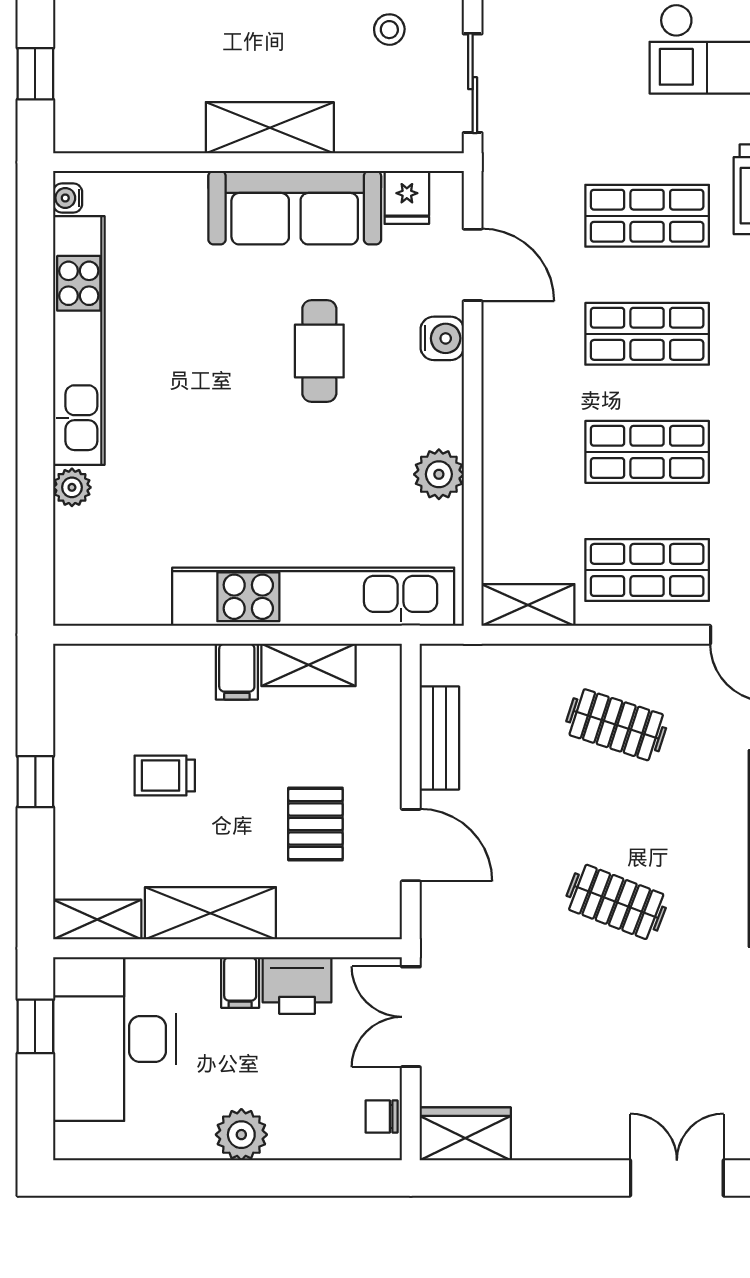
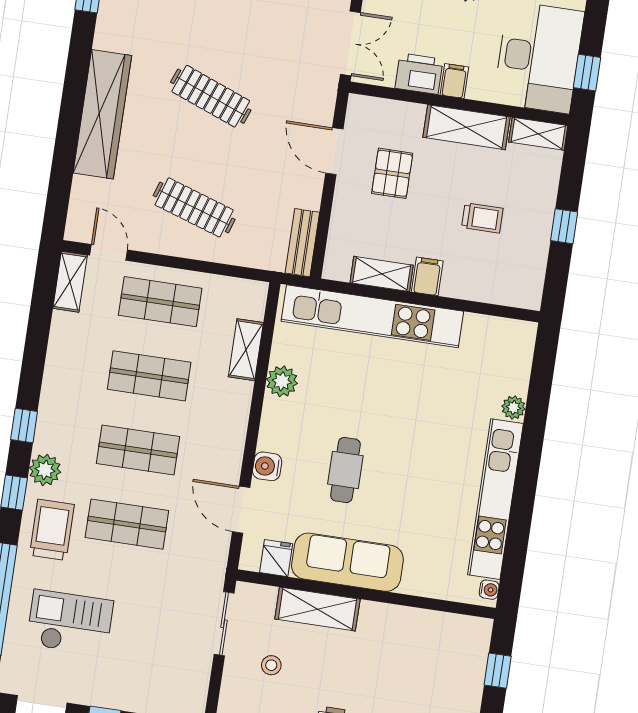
shelving: (270, 128) -> (317, 609), moved
shelving: (528, 605) -> (246, 350), moved, turned 90
clothes rail: (616, 725) -> (194, 207), width x1.36
bench: (439, 738) -> (302, 243), moved
clothes rail: (616, 902) -> (211, 96), width x1.36

